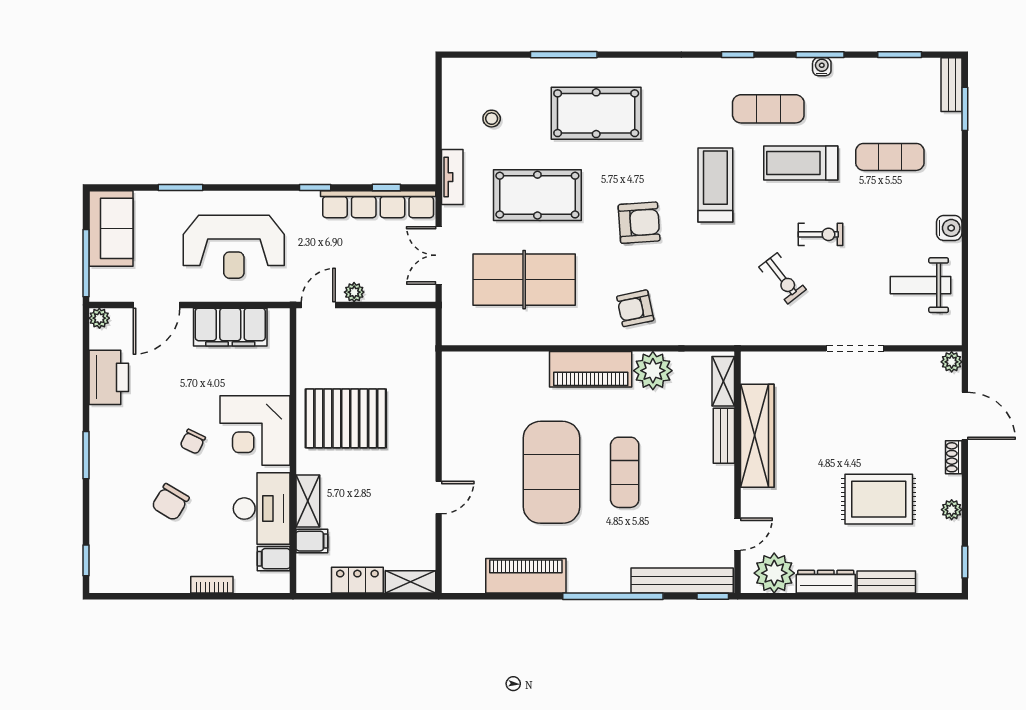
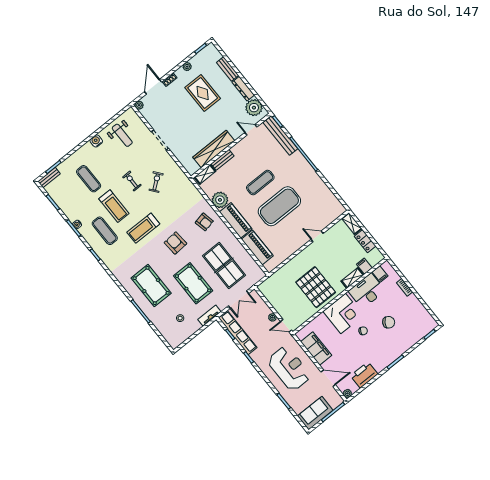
piano: (526, 576) -> (257, 248), moved, turned 180

